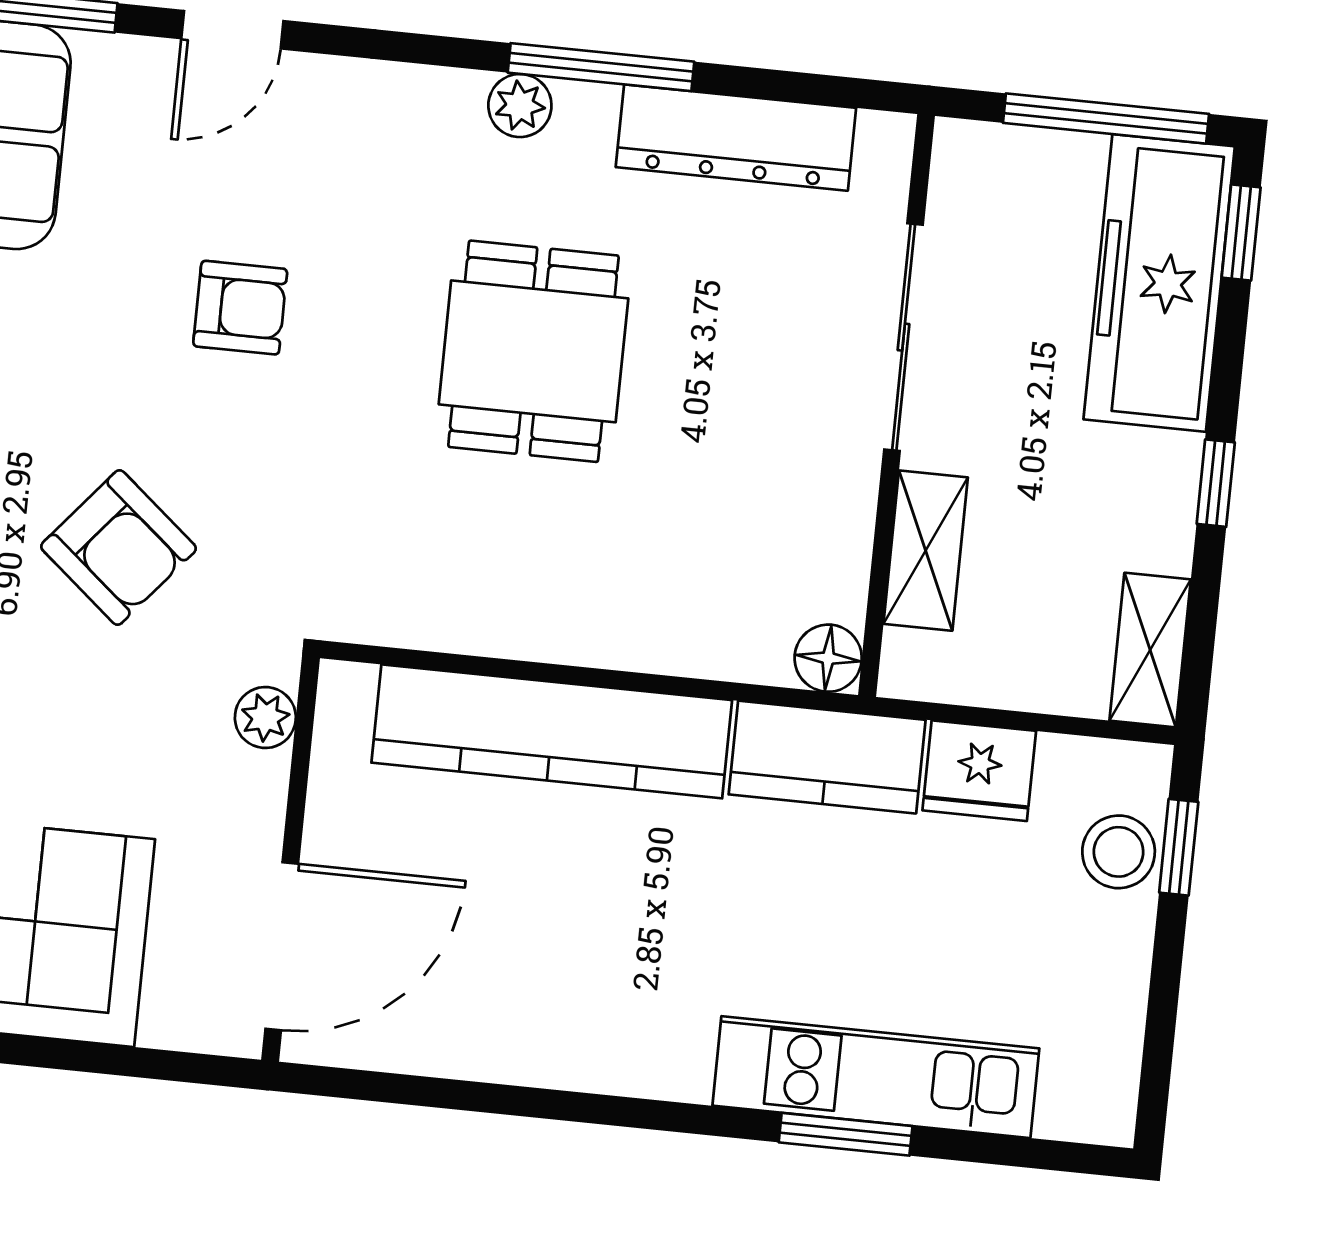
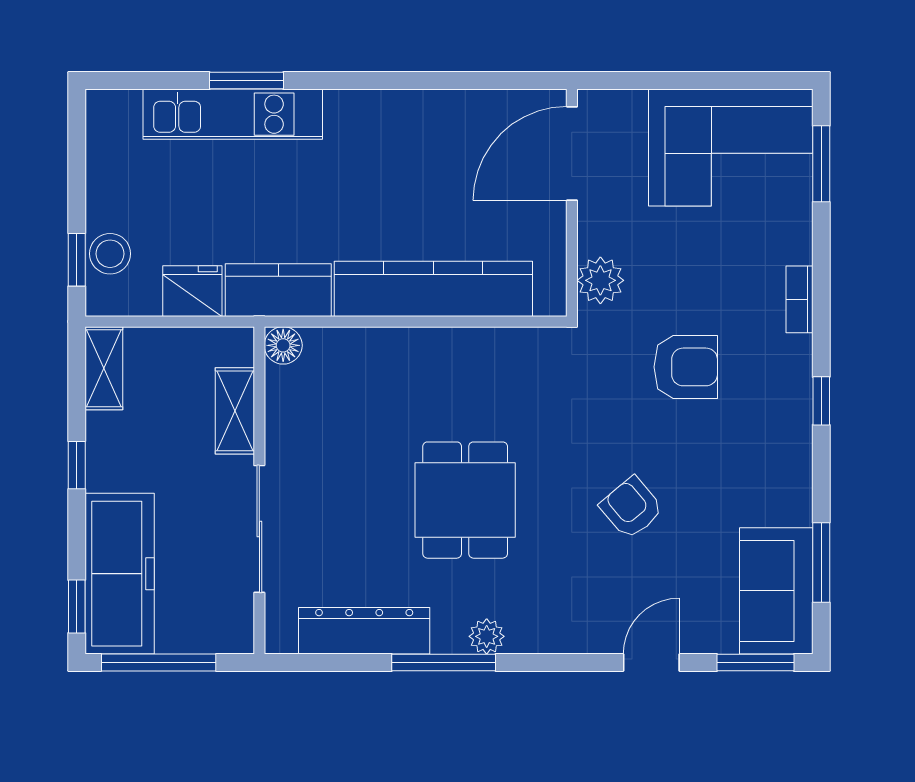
armchair: (240, 308) -> (631, 508), turned 50
armchair: (119, 547) -> (686, 367), turned 140
plant: (265, 717) -> (600, 280), width x1.38, depth x1.38

